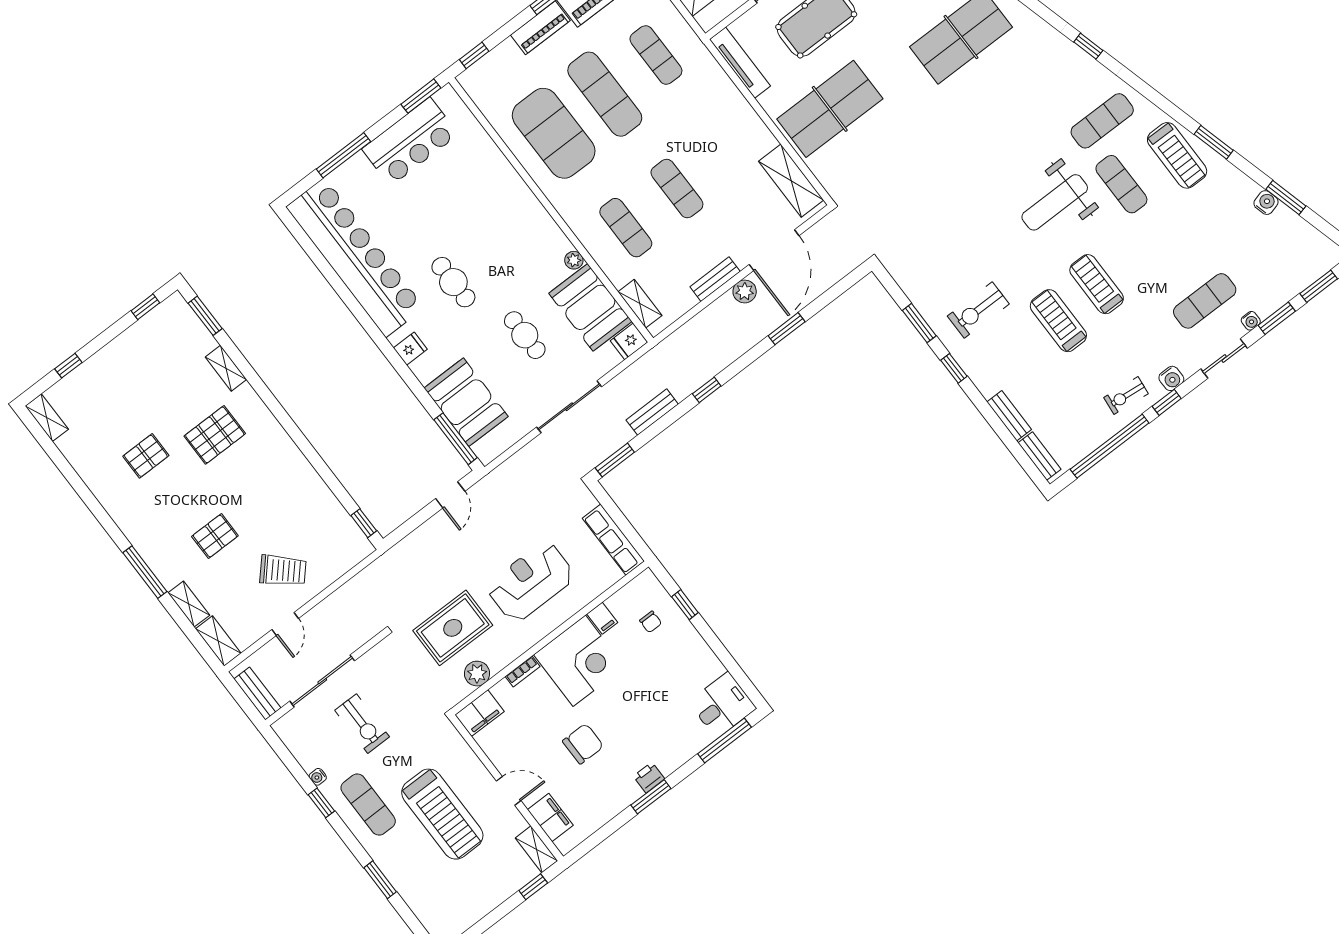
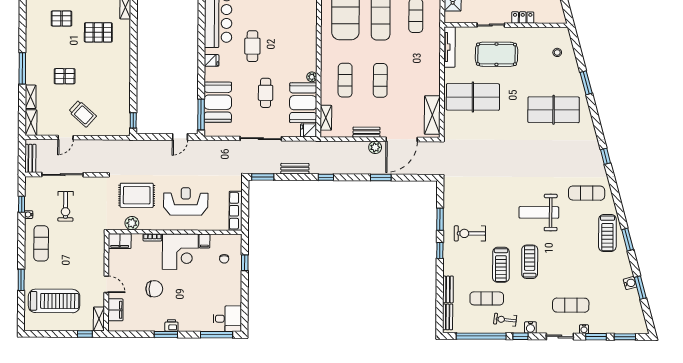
exercise mat: (1121, 184) -> (487, 298), moved, turned 90
treadmill: (1058, 321) -> (501, 265), turned 180
window: (321, 803) -> (22, 204), moved
treadmill: (442, 814) -> (54, 301), moved, turned -90

